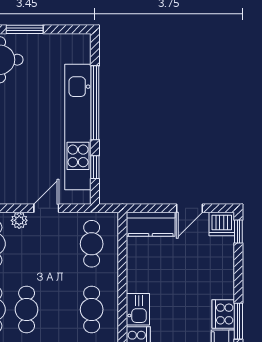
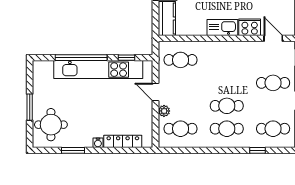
cafe table: (92, 309) -> (227, 60), removed
kitchen sink: (138, 309) -> (222, 27), width x1.38

